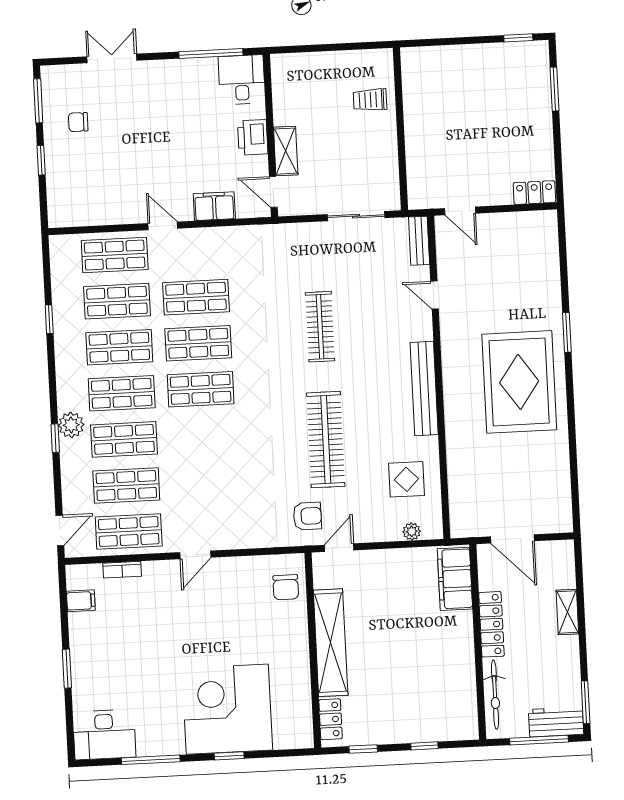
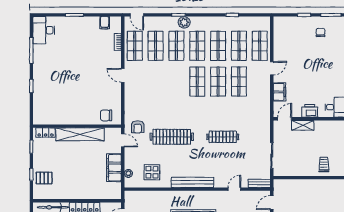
filing cabinet: (455, 579) -> (114, 168), moved, turned -90
corner desk: (227, 709) -> (52, 86), removed
pallet: (431, 717) -> (44, 178), added

